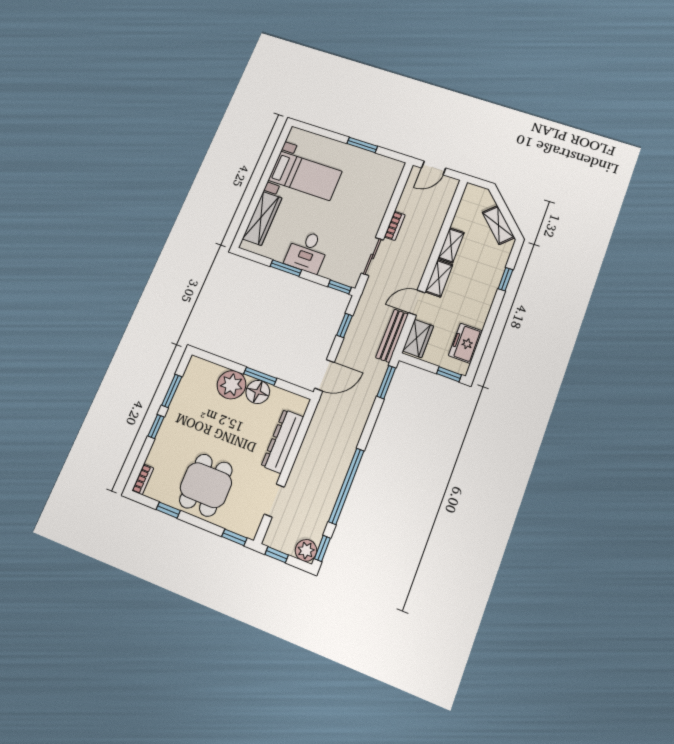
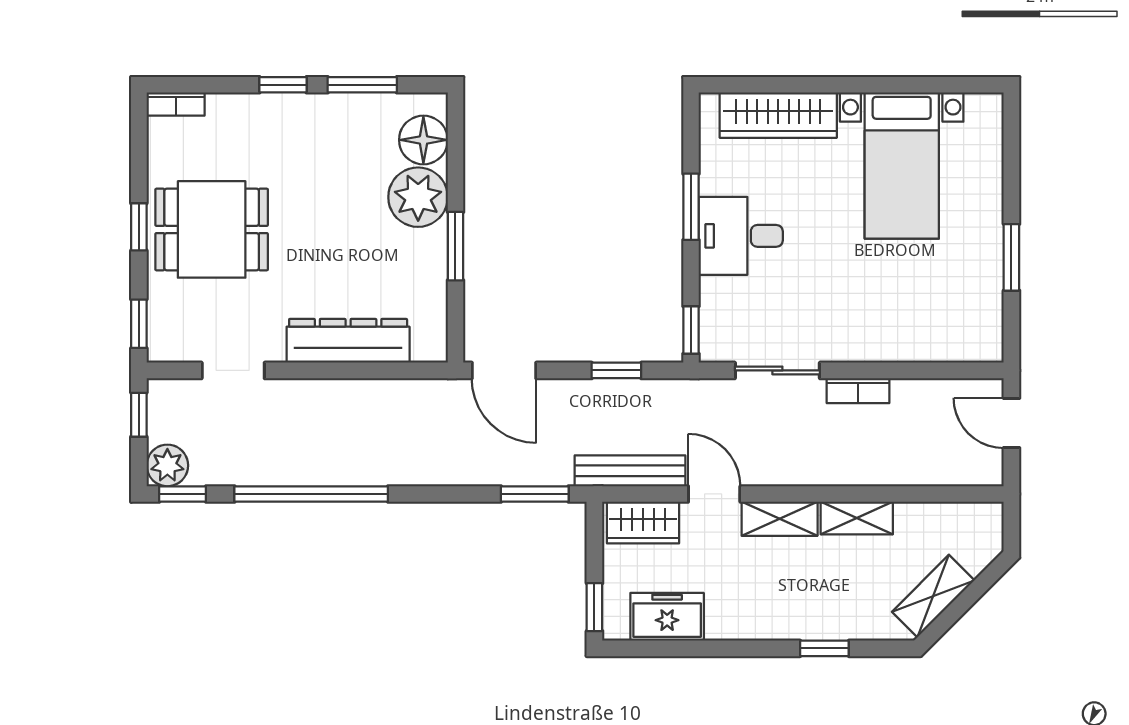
floor lamp: (258, 392) -> (423, 140), moved
window: (168, 510) -> (139, 227), moved

